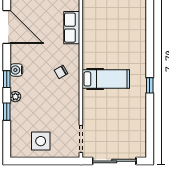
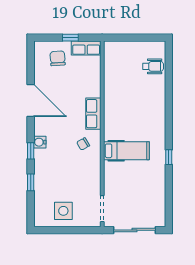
row of seats: (72, 28) -> (93, 114), moved
plant: (15, 97) -> (39, 168), removed

